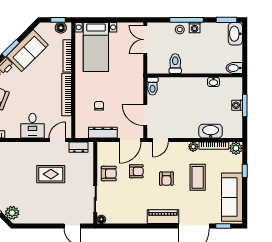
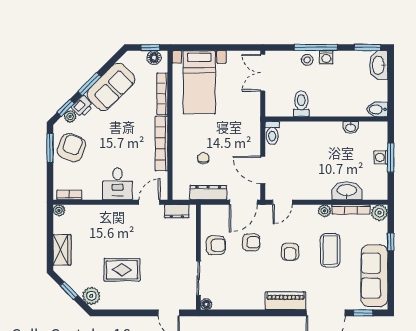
rug: (51, 174) -> (122, 270), moved

